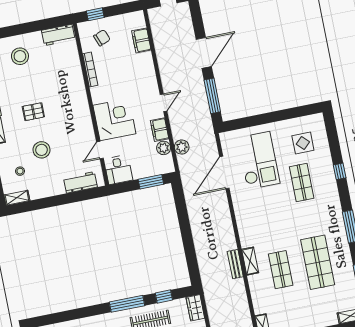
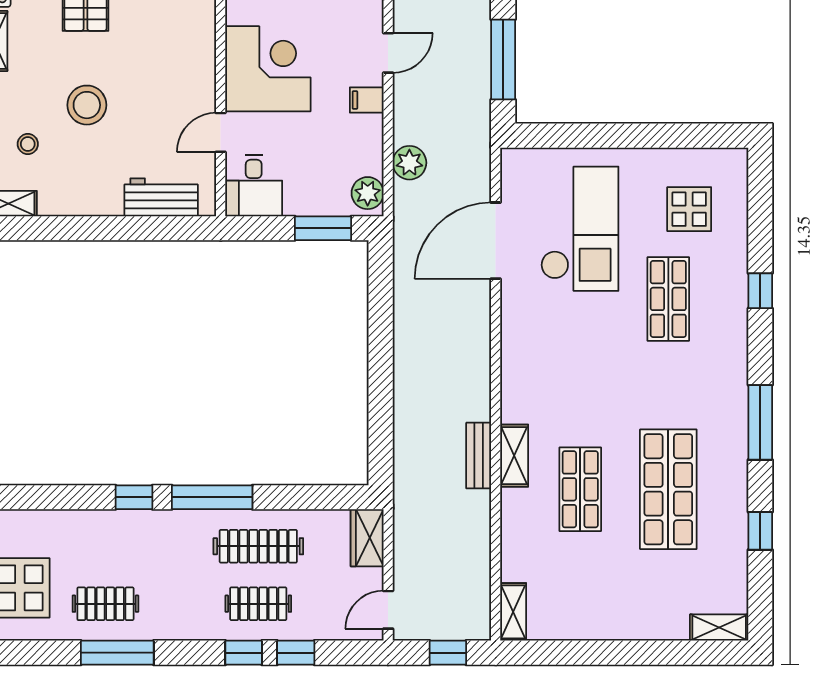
filing cabinet: (160, 130) -> (367, 100), width x0.50
plant: (164, 148) -> (368, 193), moved
window: (164, 296) -> (134, 497), moved

